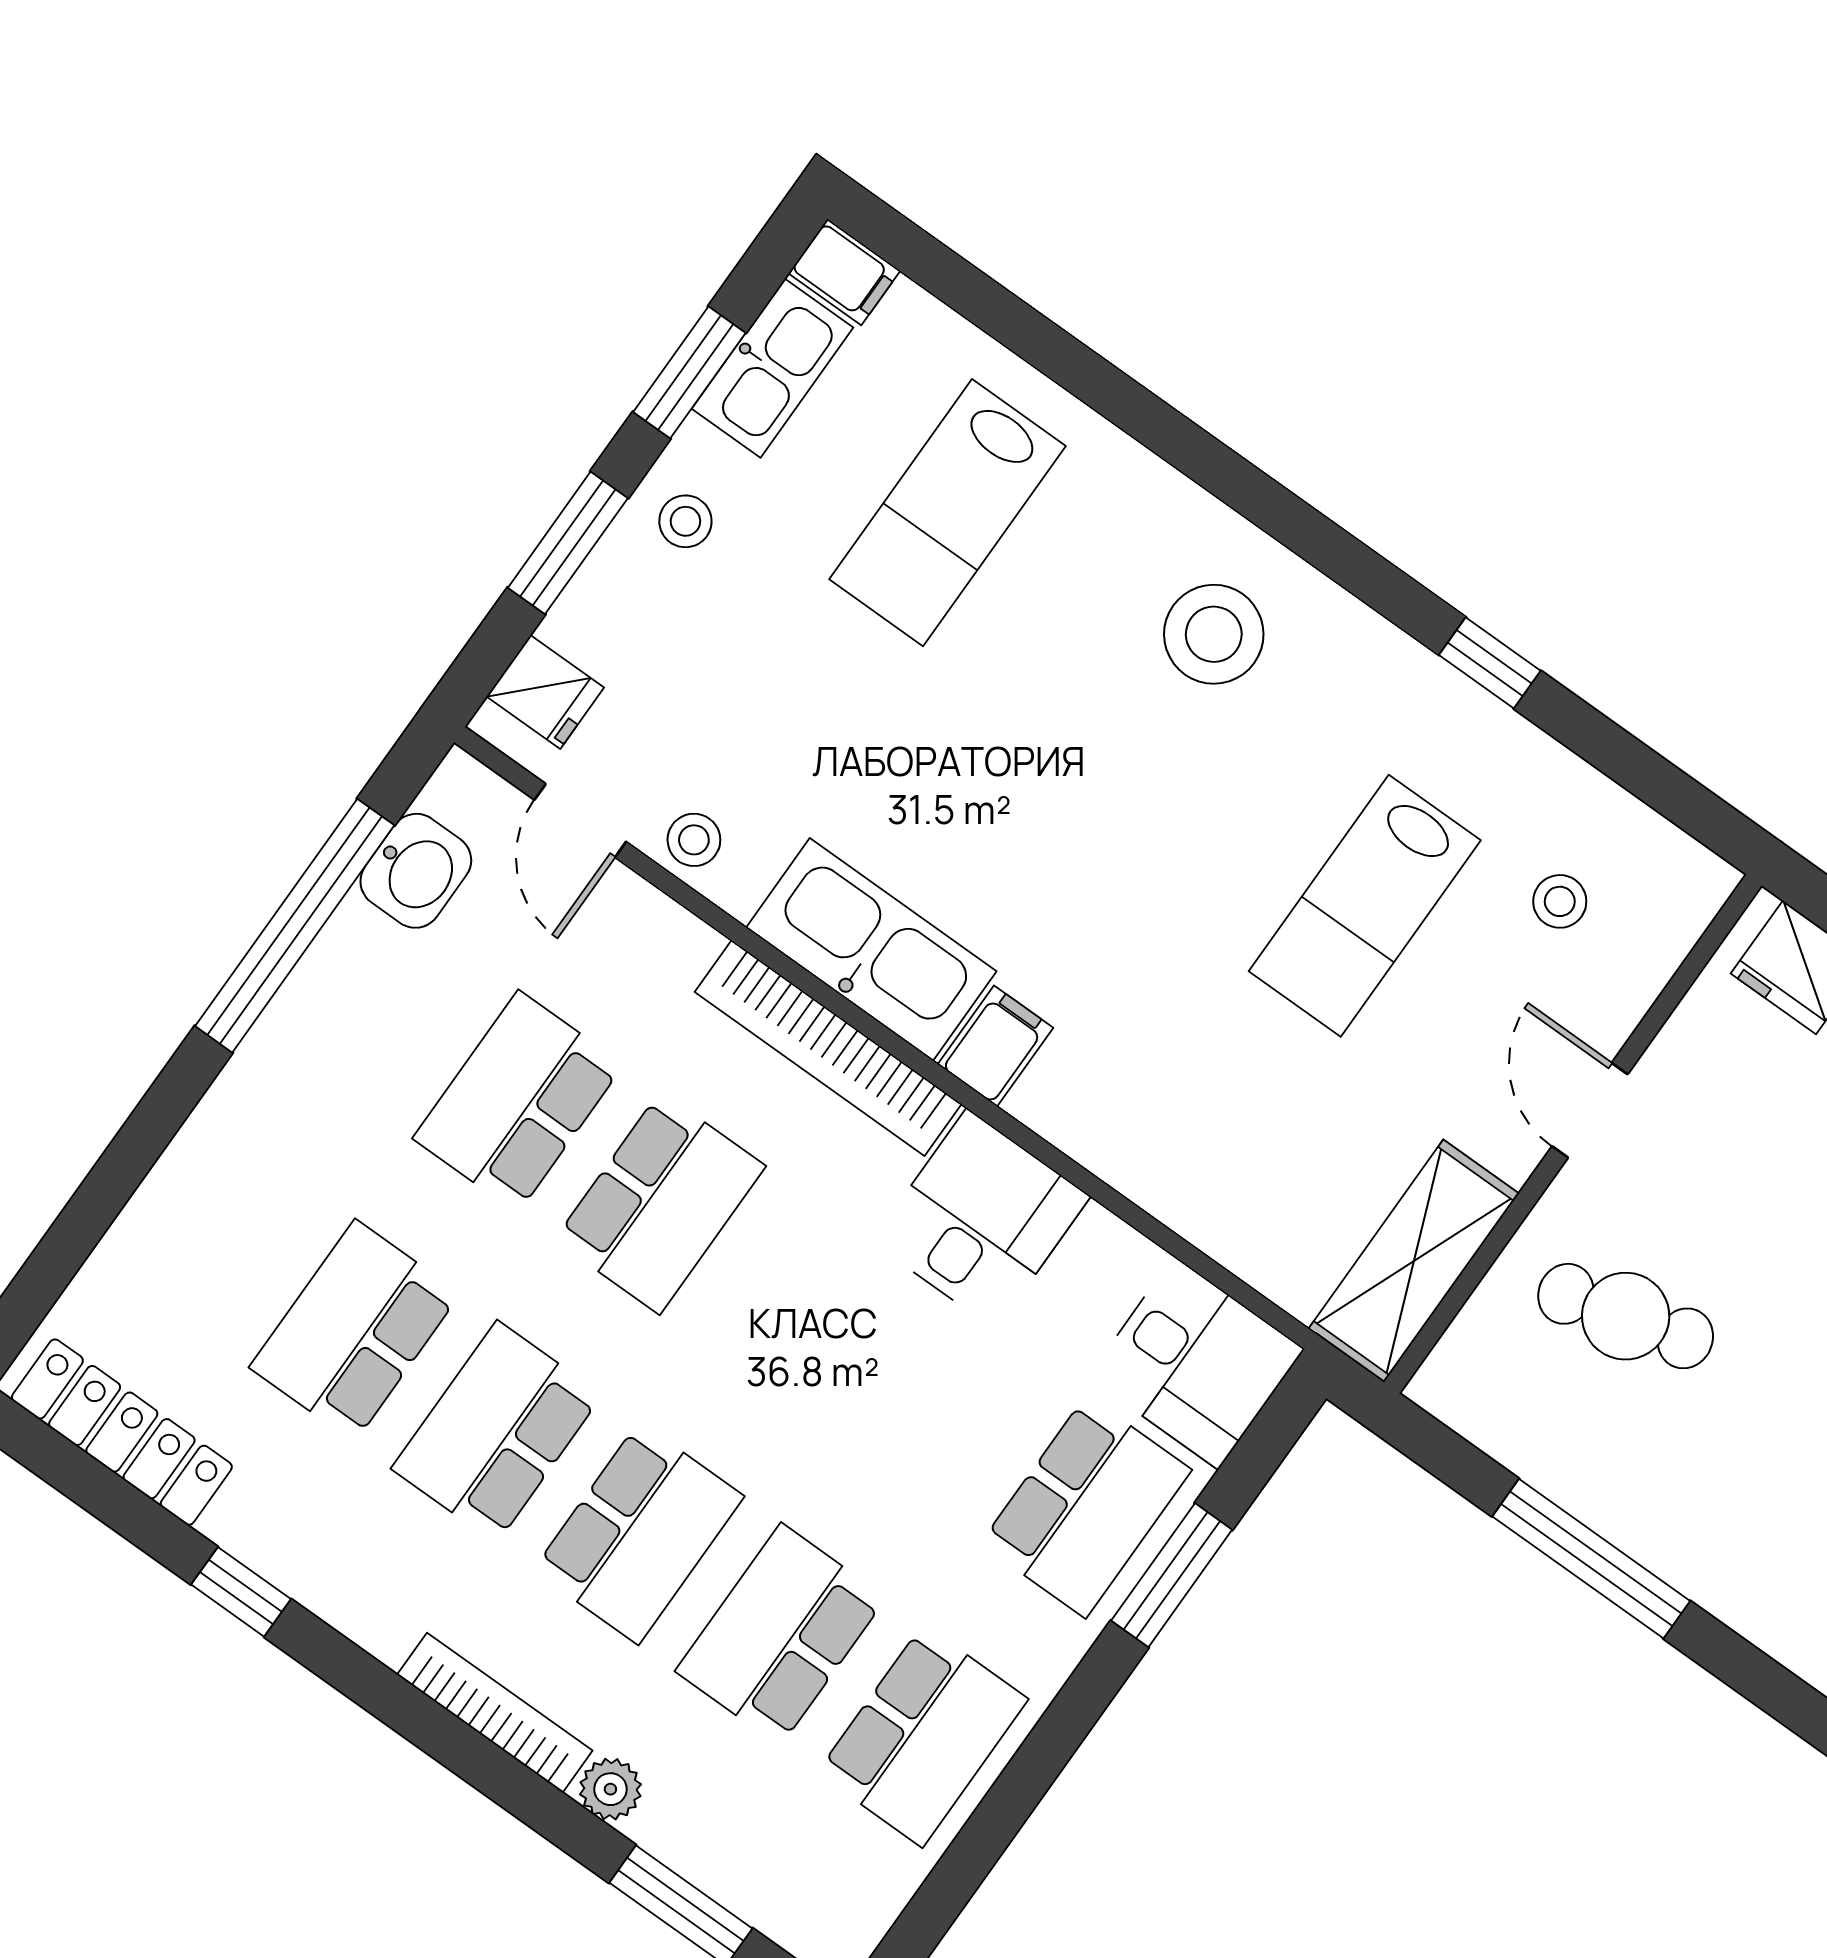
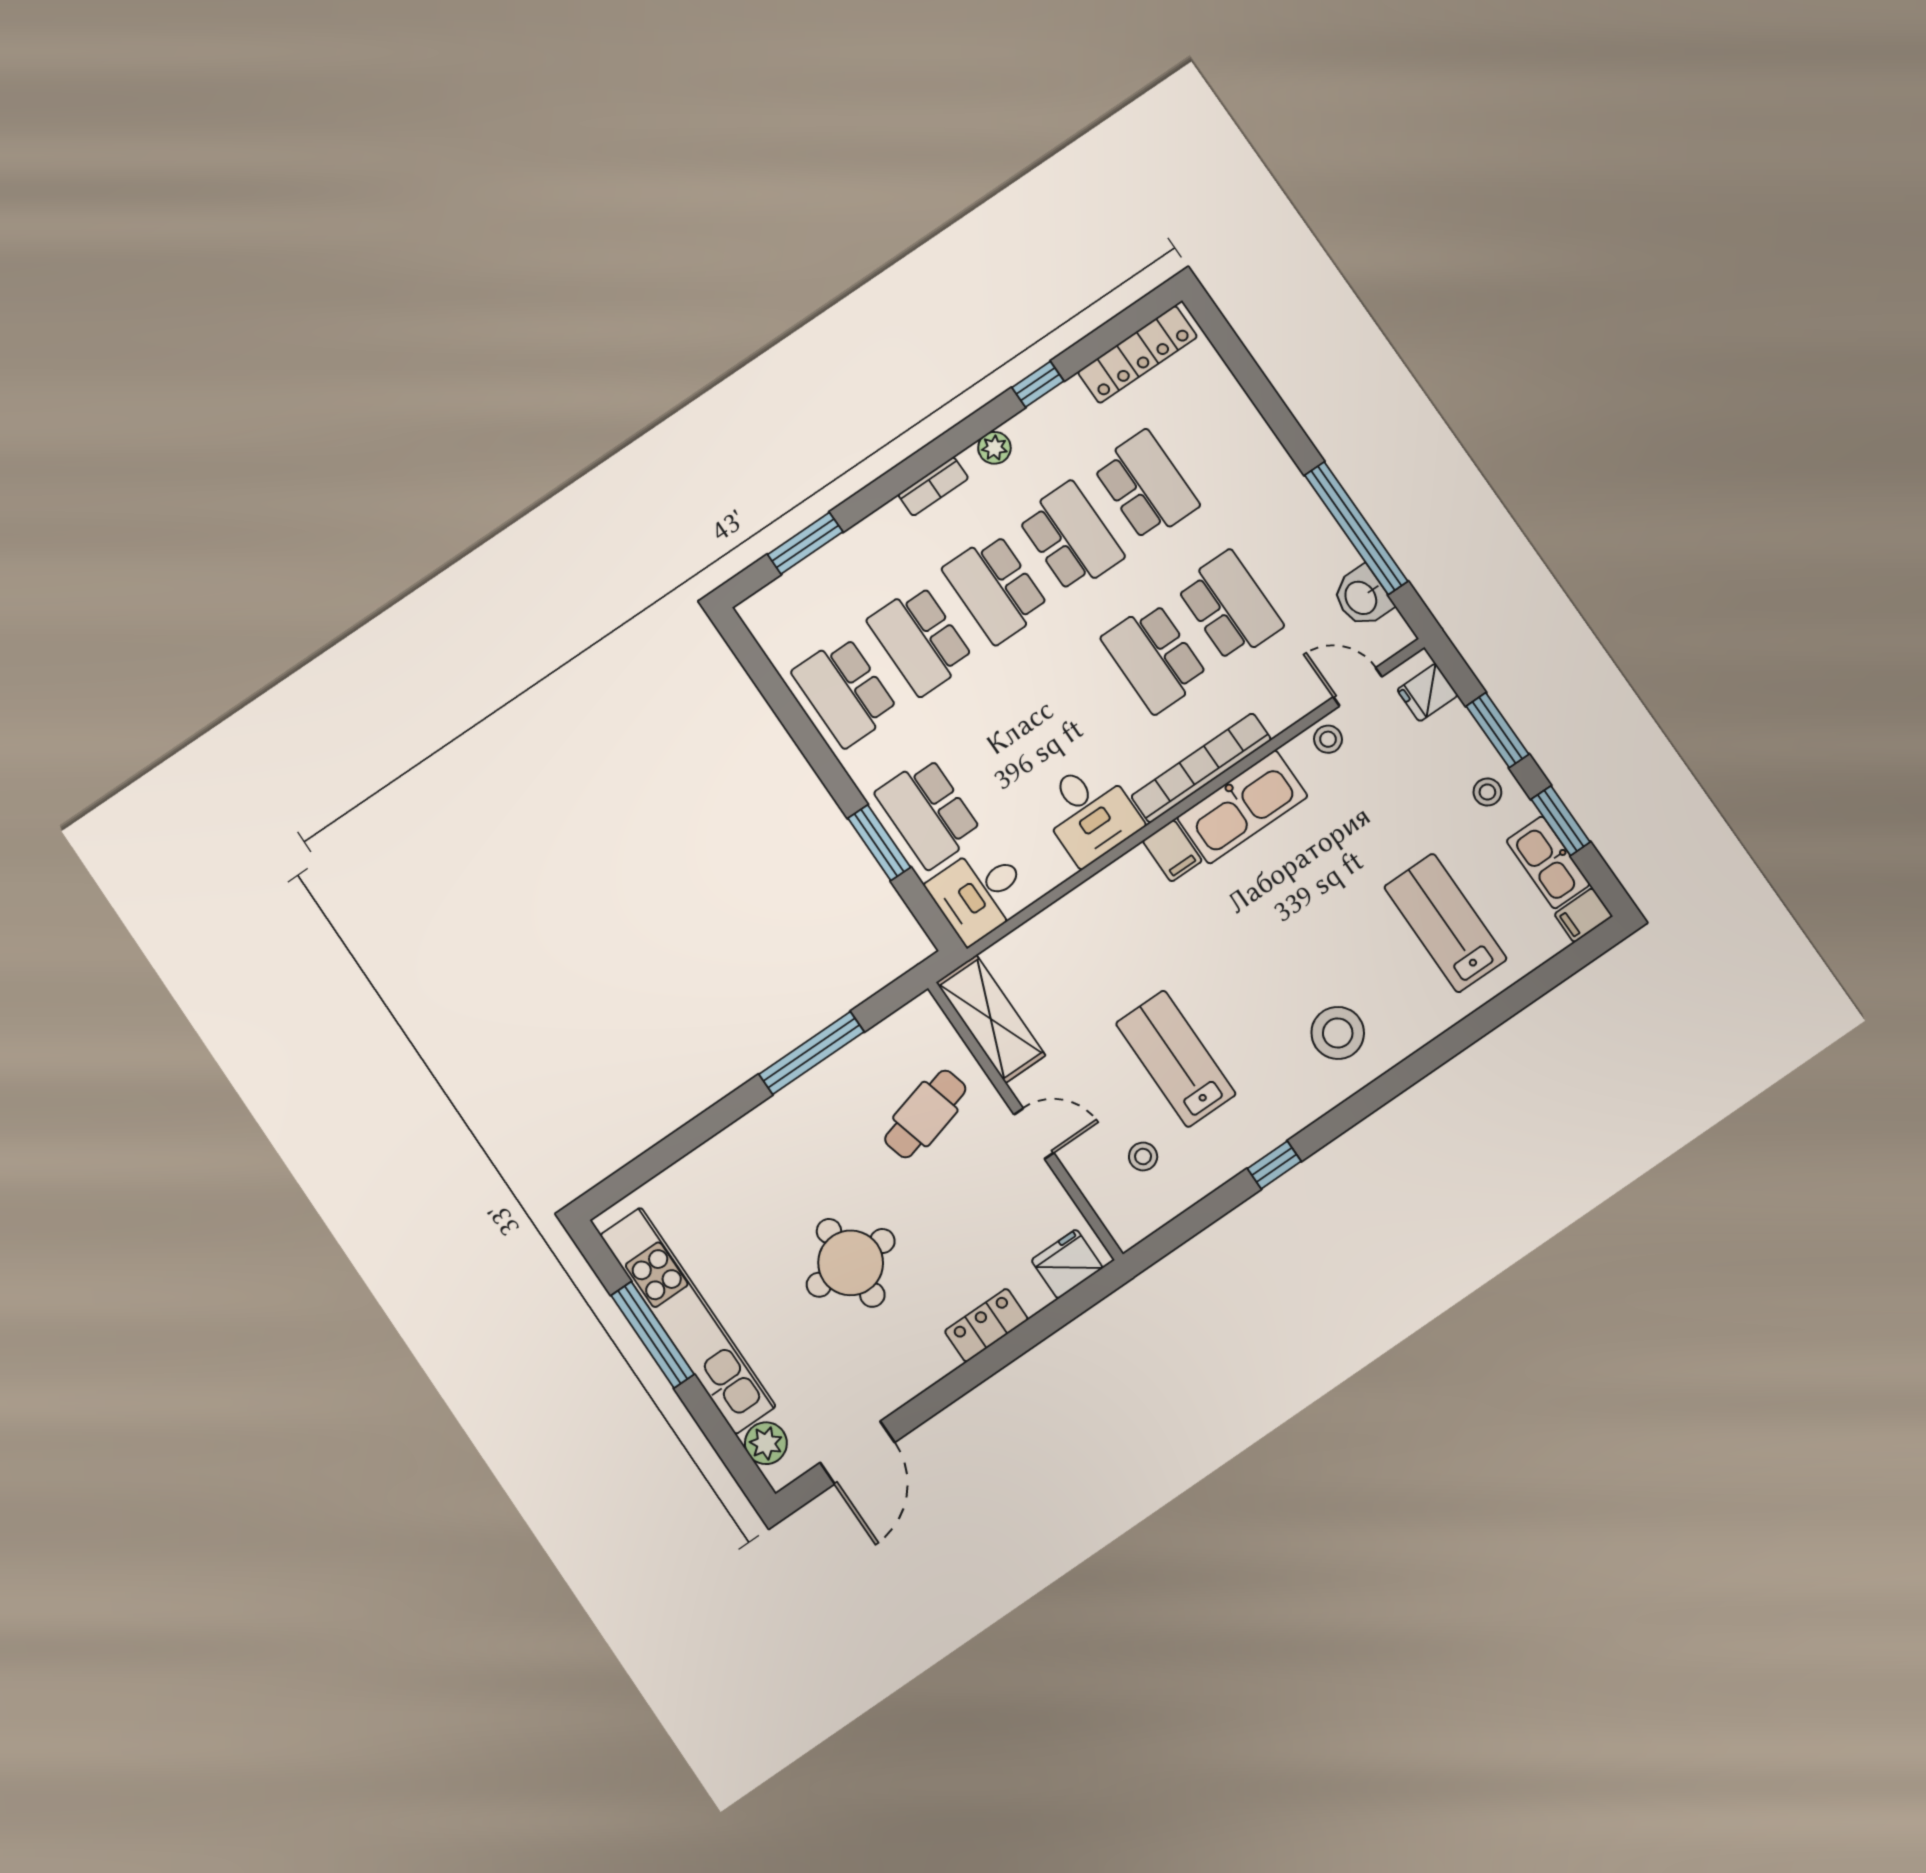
school desk: (781, 1634) -> (920, 640), turned 180
bookcase: (495, 1713) -> (933, 486), width x0.64
plant: (610, 1789) -> (994, 448), moved

